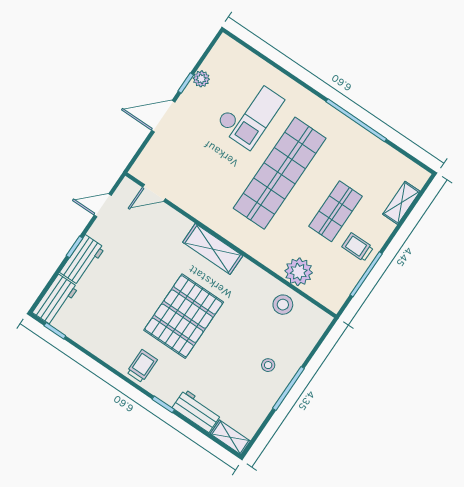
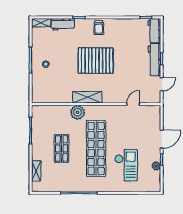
checkout: (250, 113) -> (126, 165), turned 180
door: (154, 193) -> (133, 104), moved
trolley: (358, 247) -> (42, 140), removed
shelving: (213, 249) -> (87, 97), moved
workbench: (82, 260) -> (154, 60), width x1.38
plant: (299, 272) -> (78, 112), moved
stool: (283, 305) -> (57, 94), removed
pallet: (184, 316) -> (96, 61), turned 90

